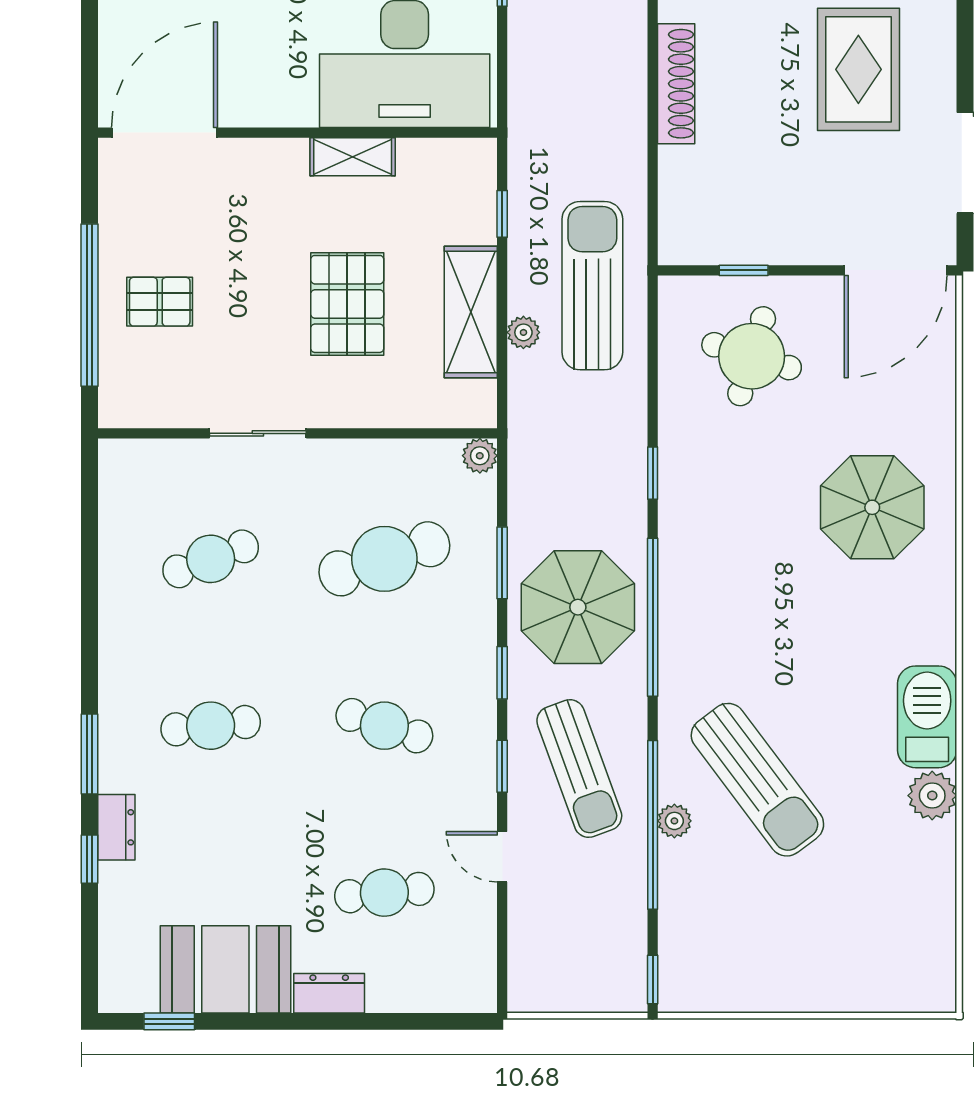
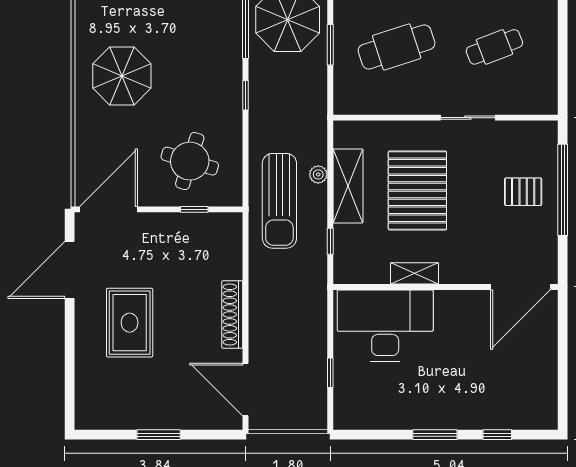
pallet: (347, 304) -> (417, 190), width x1.37, depth x1.41
plant: (480, 456) -> (343, 105), removed

